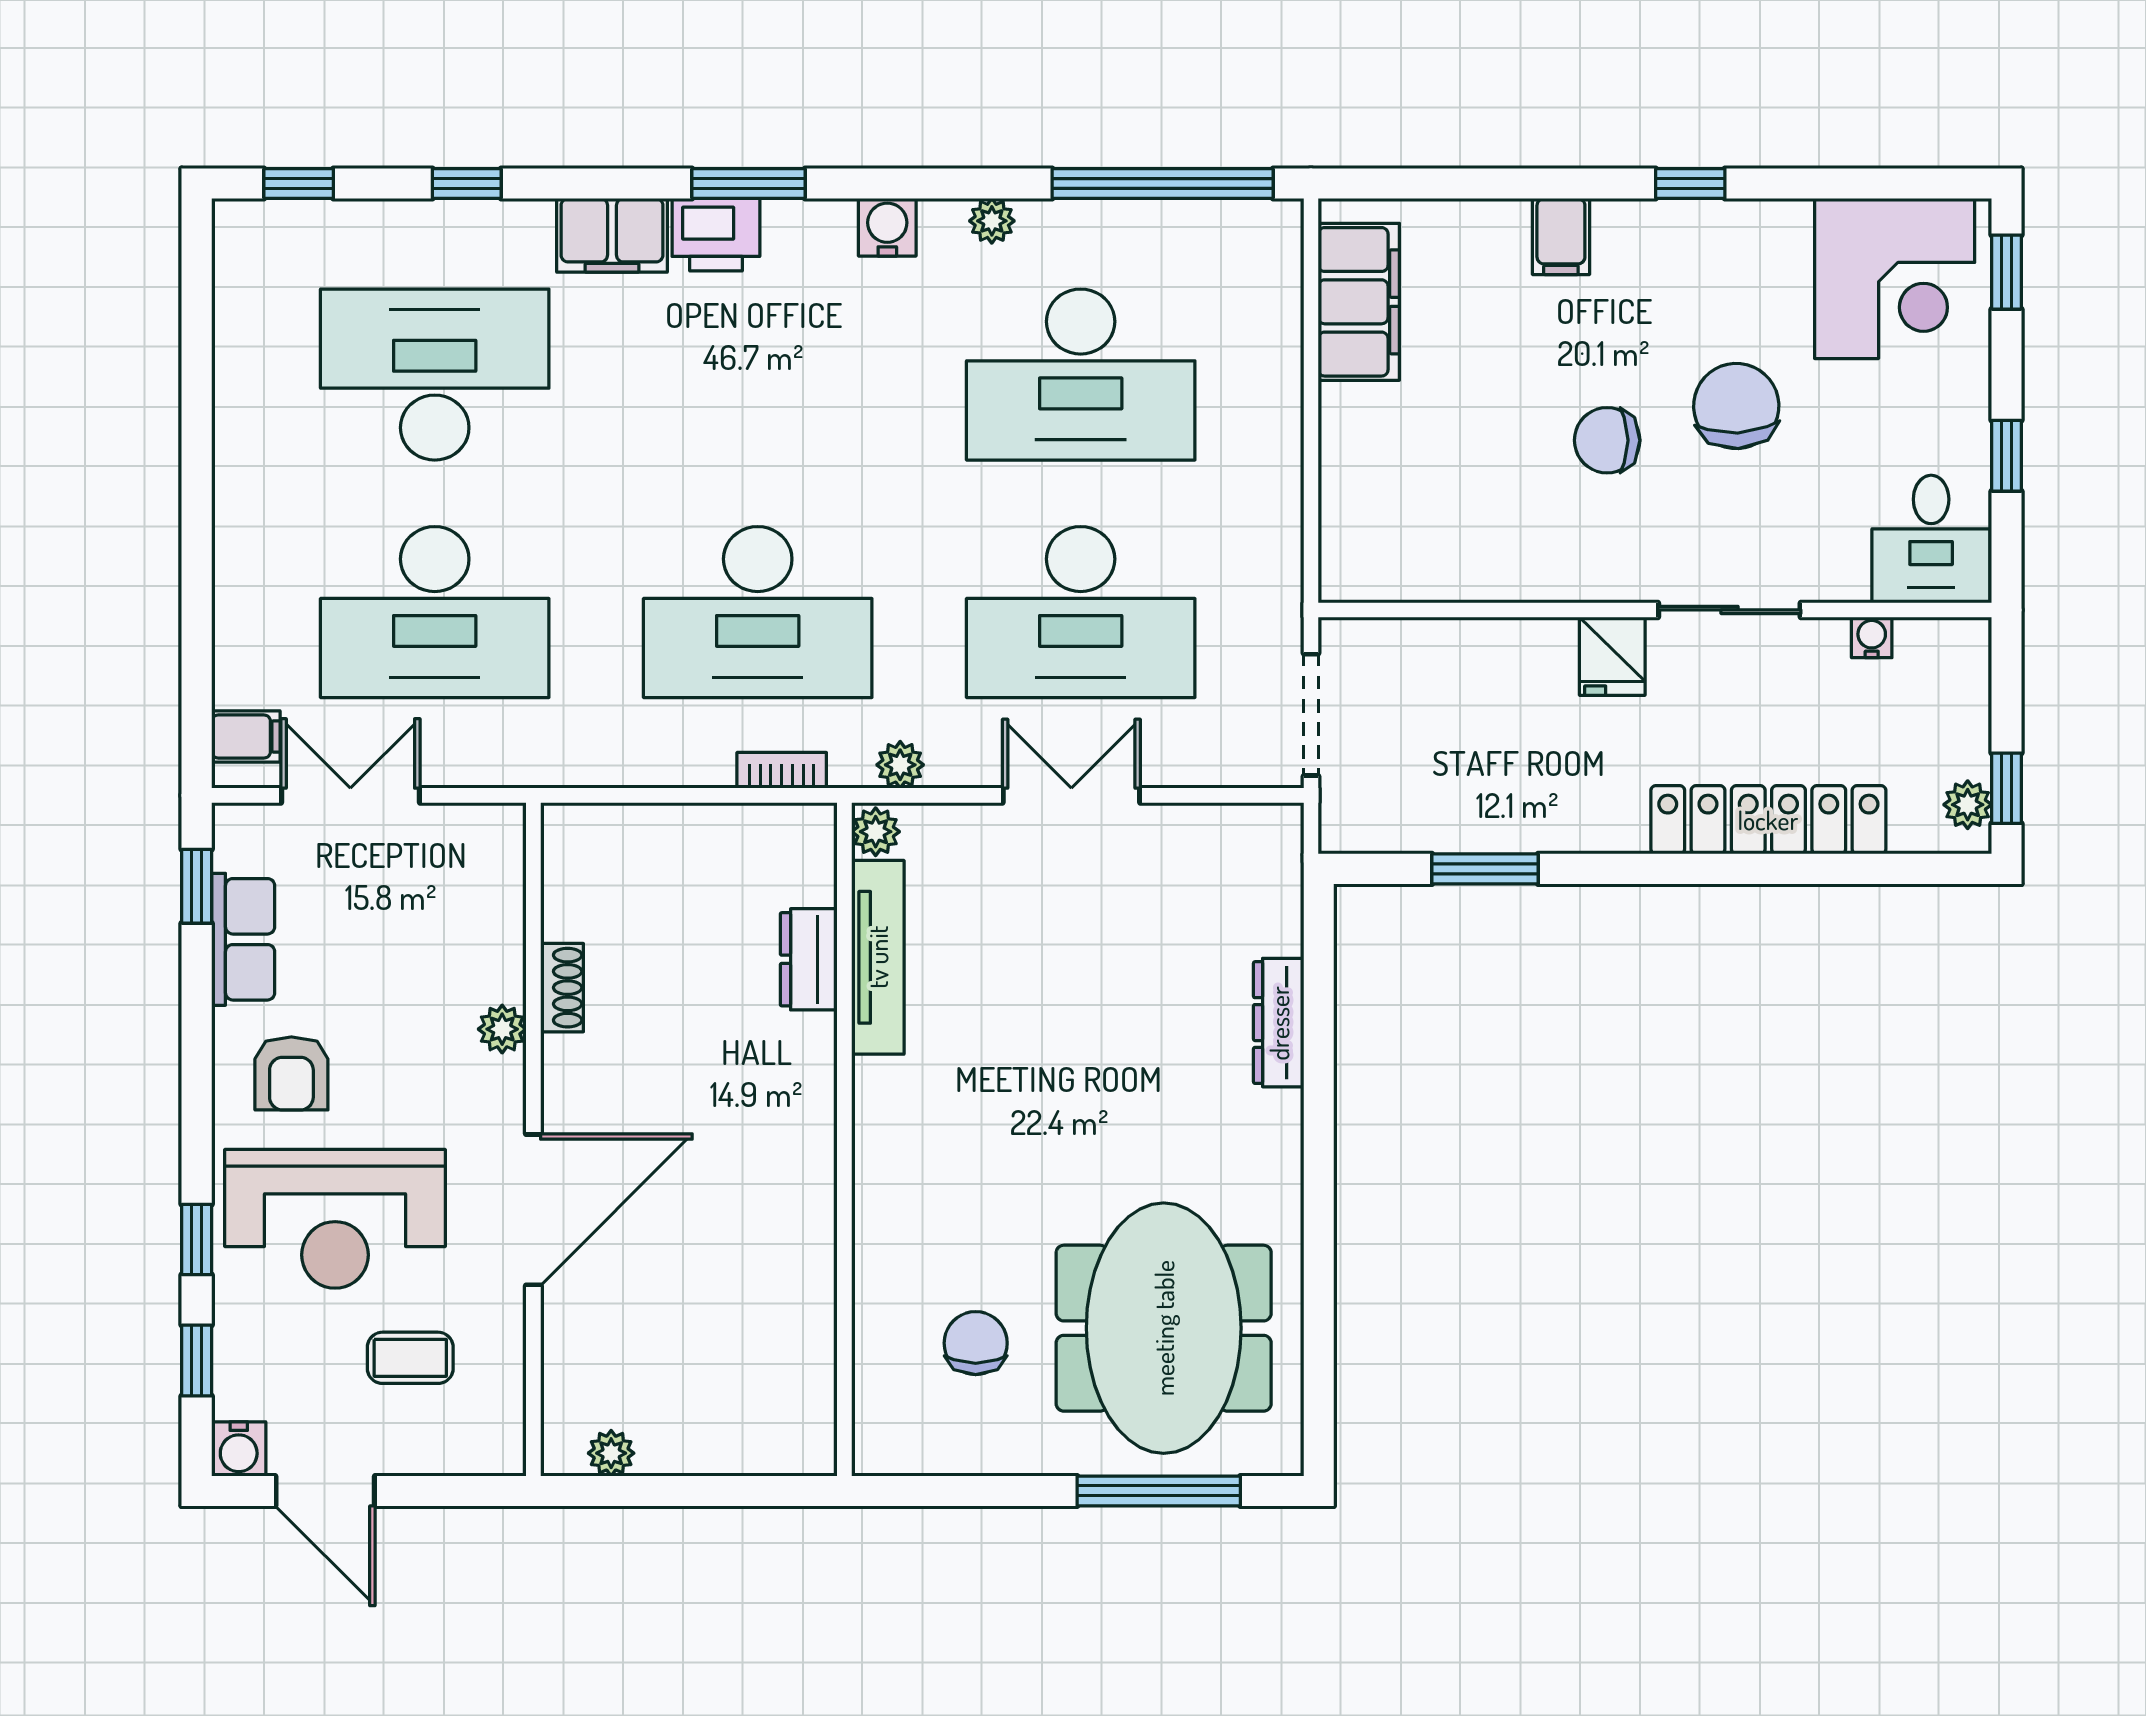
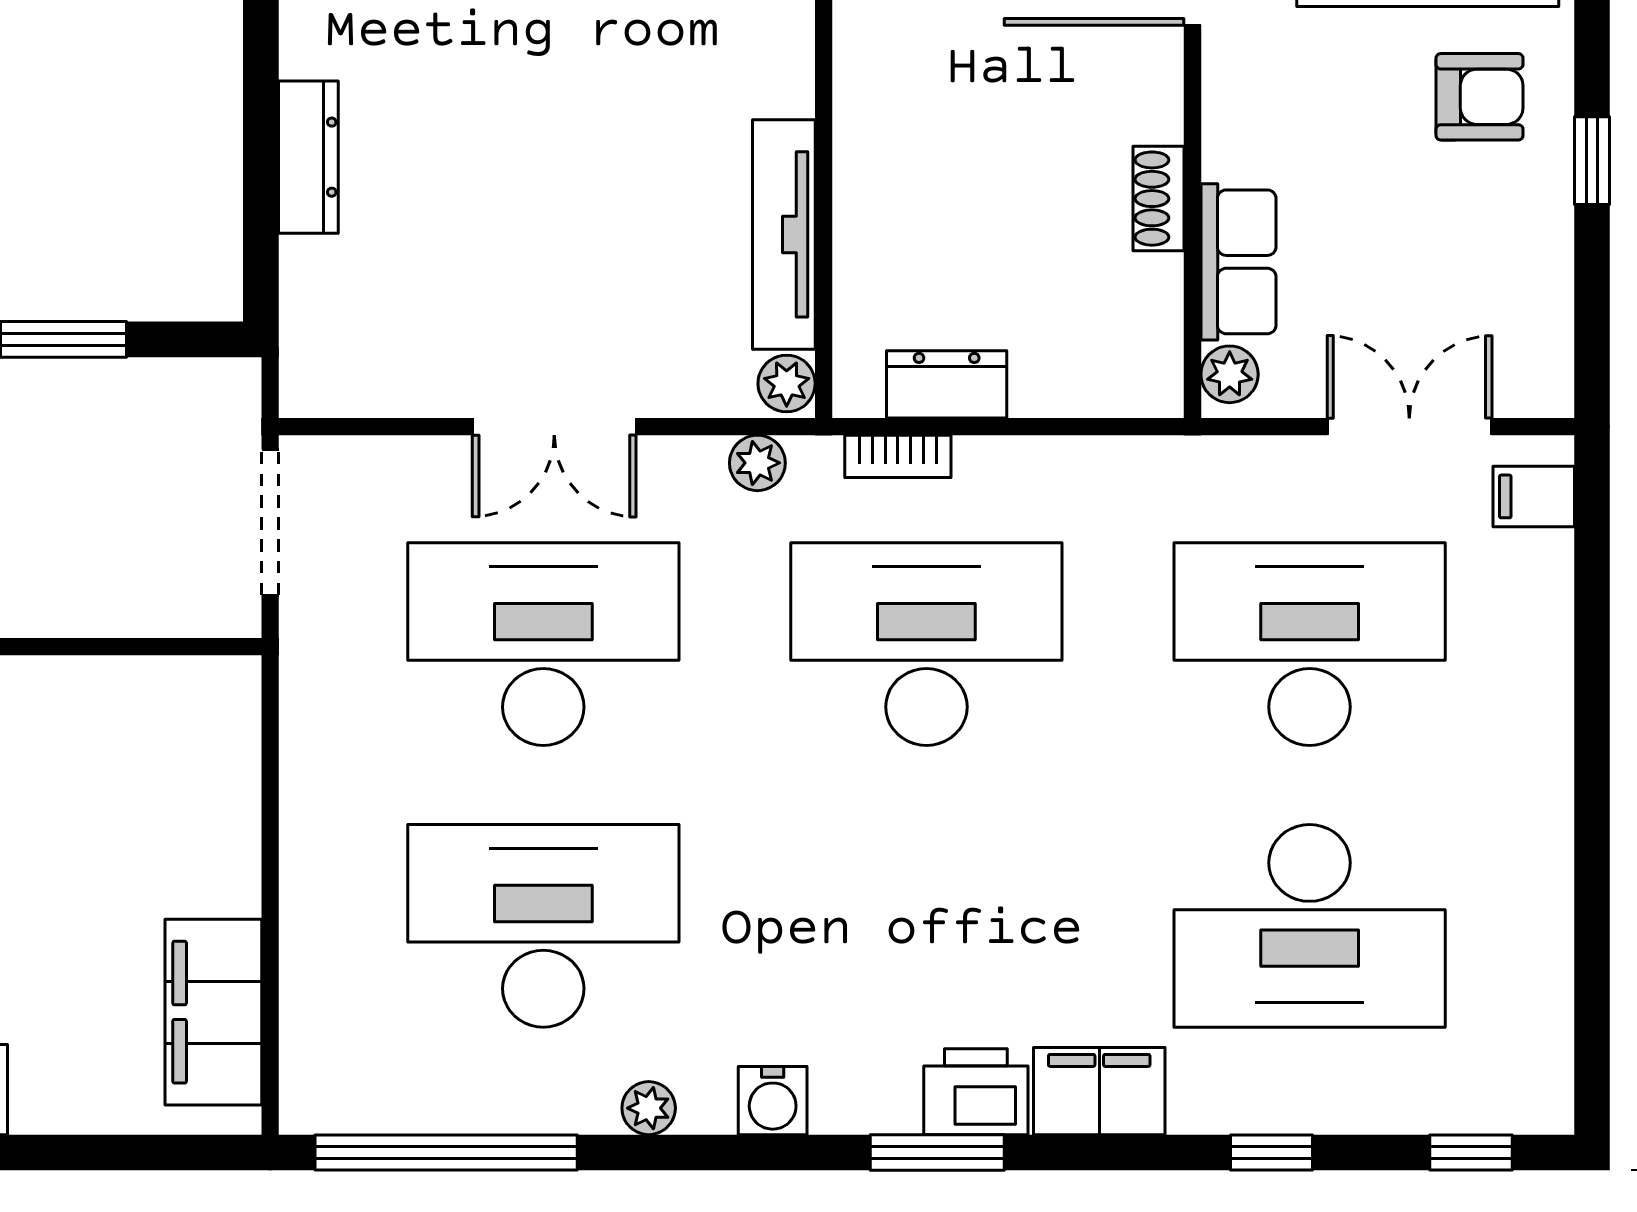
double door: (350, 795) -> (1409, 427), swing flipped
window: (197, 886) -> (1592, 161), moved
row of seats: (243, 939) -> (1238, 262), moved, turned 180
dresser: (809, 959) -> (947, 384), moved, turned -90
plant: (502, 1029) -> (1230, 374), moved
armchair: (291, 1073) -> (1480, 97), turned 90

